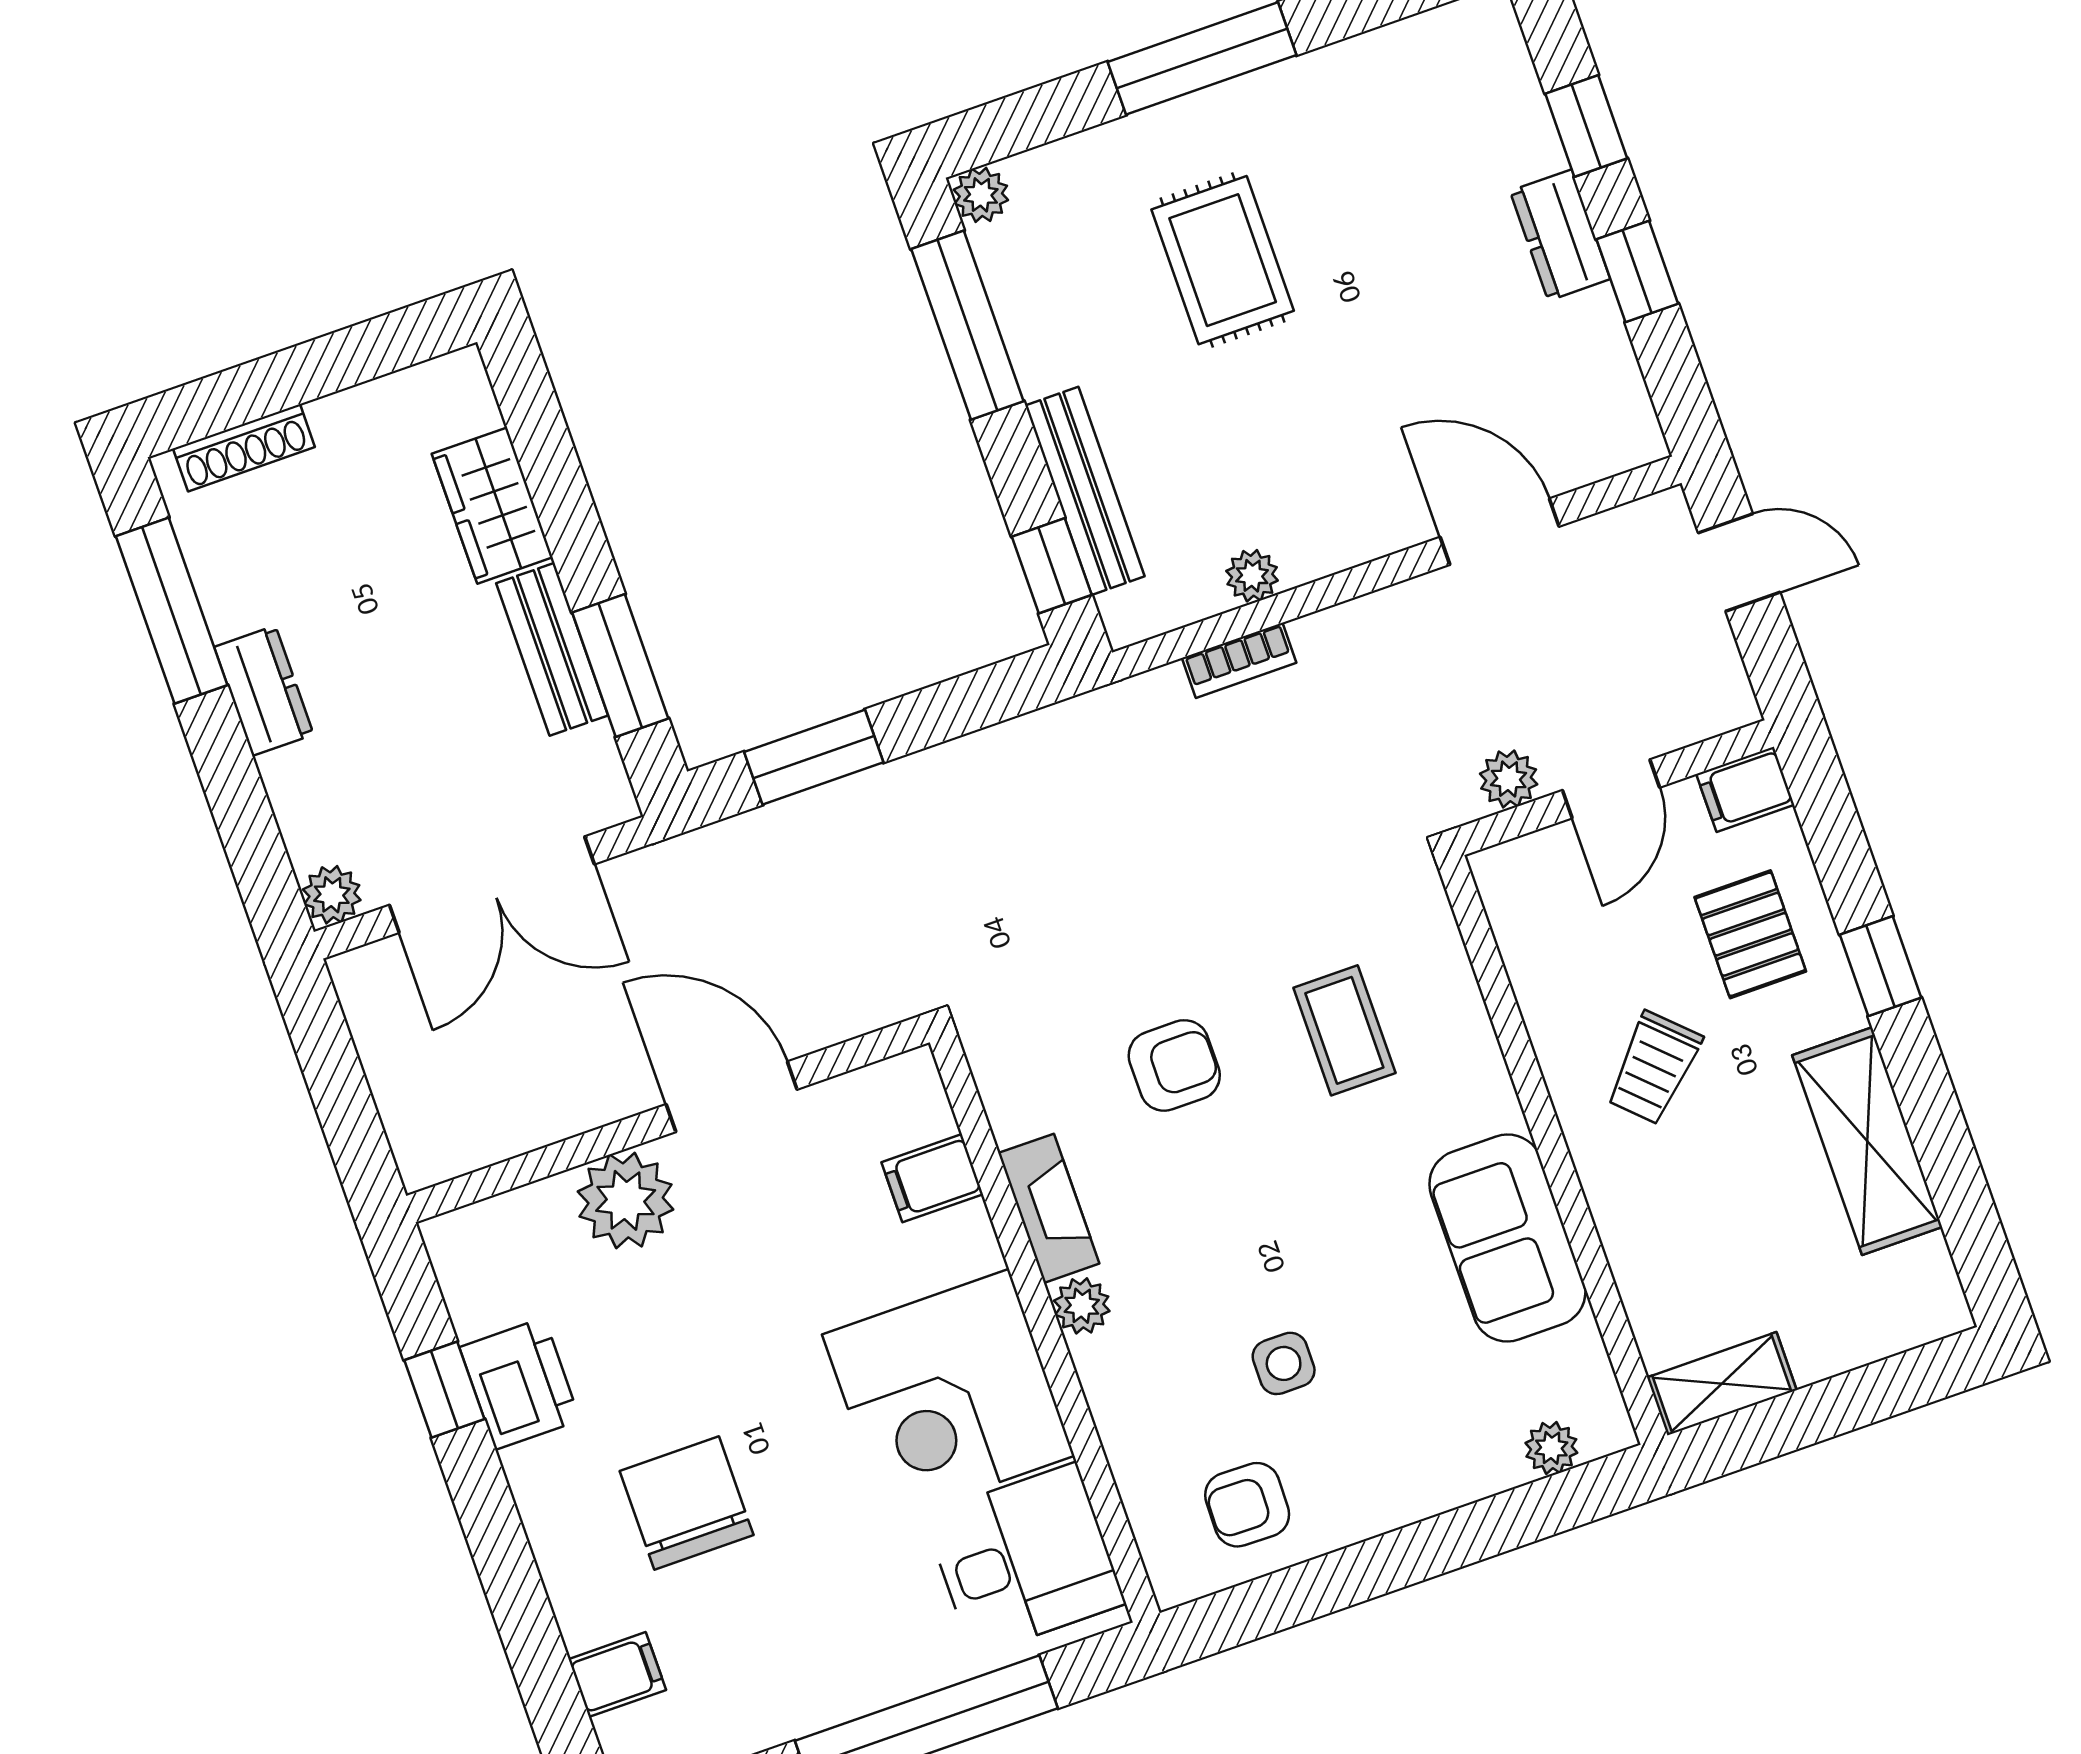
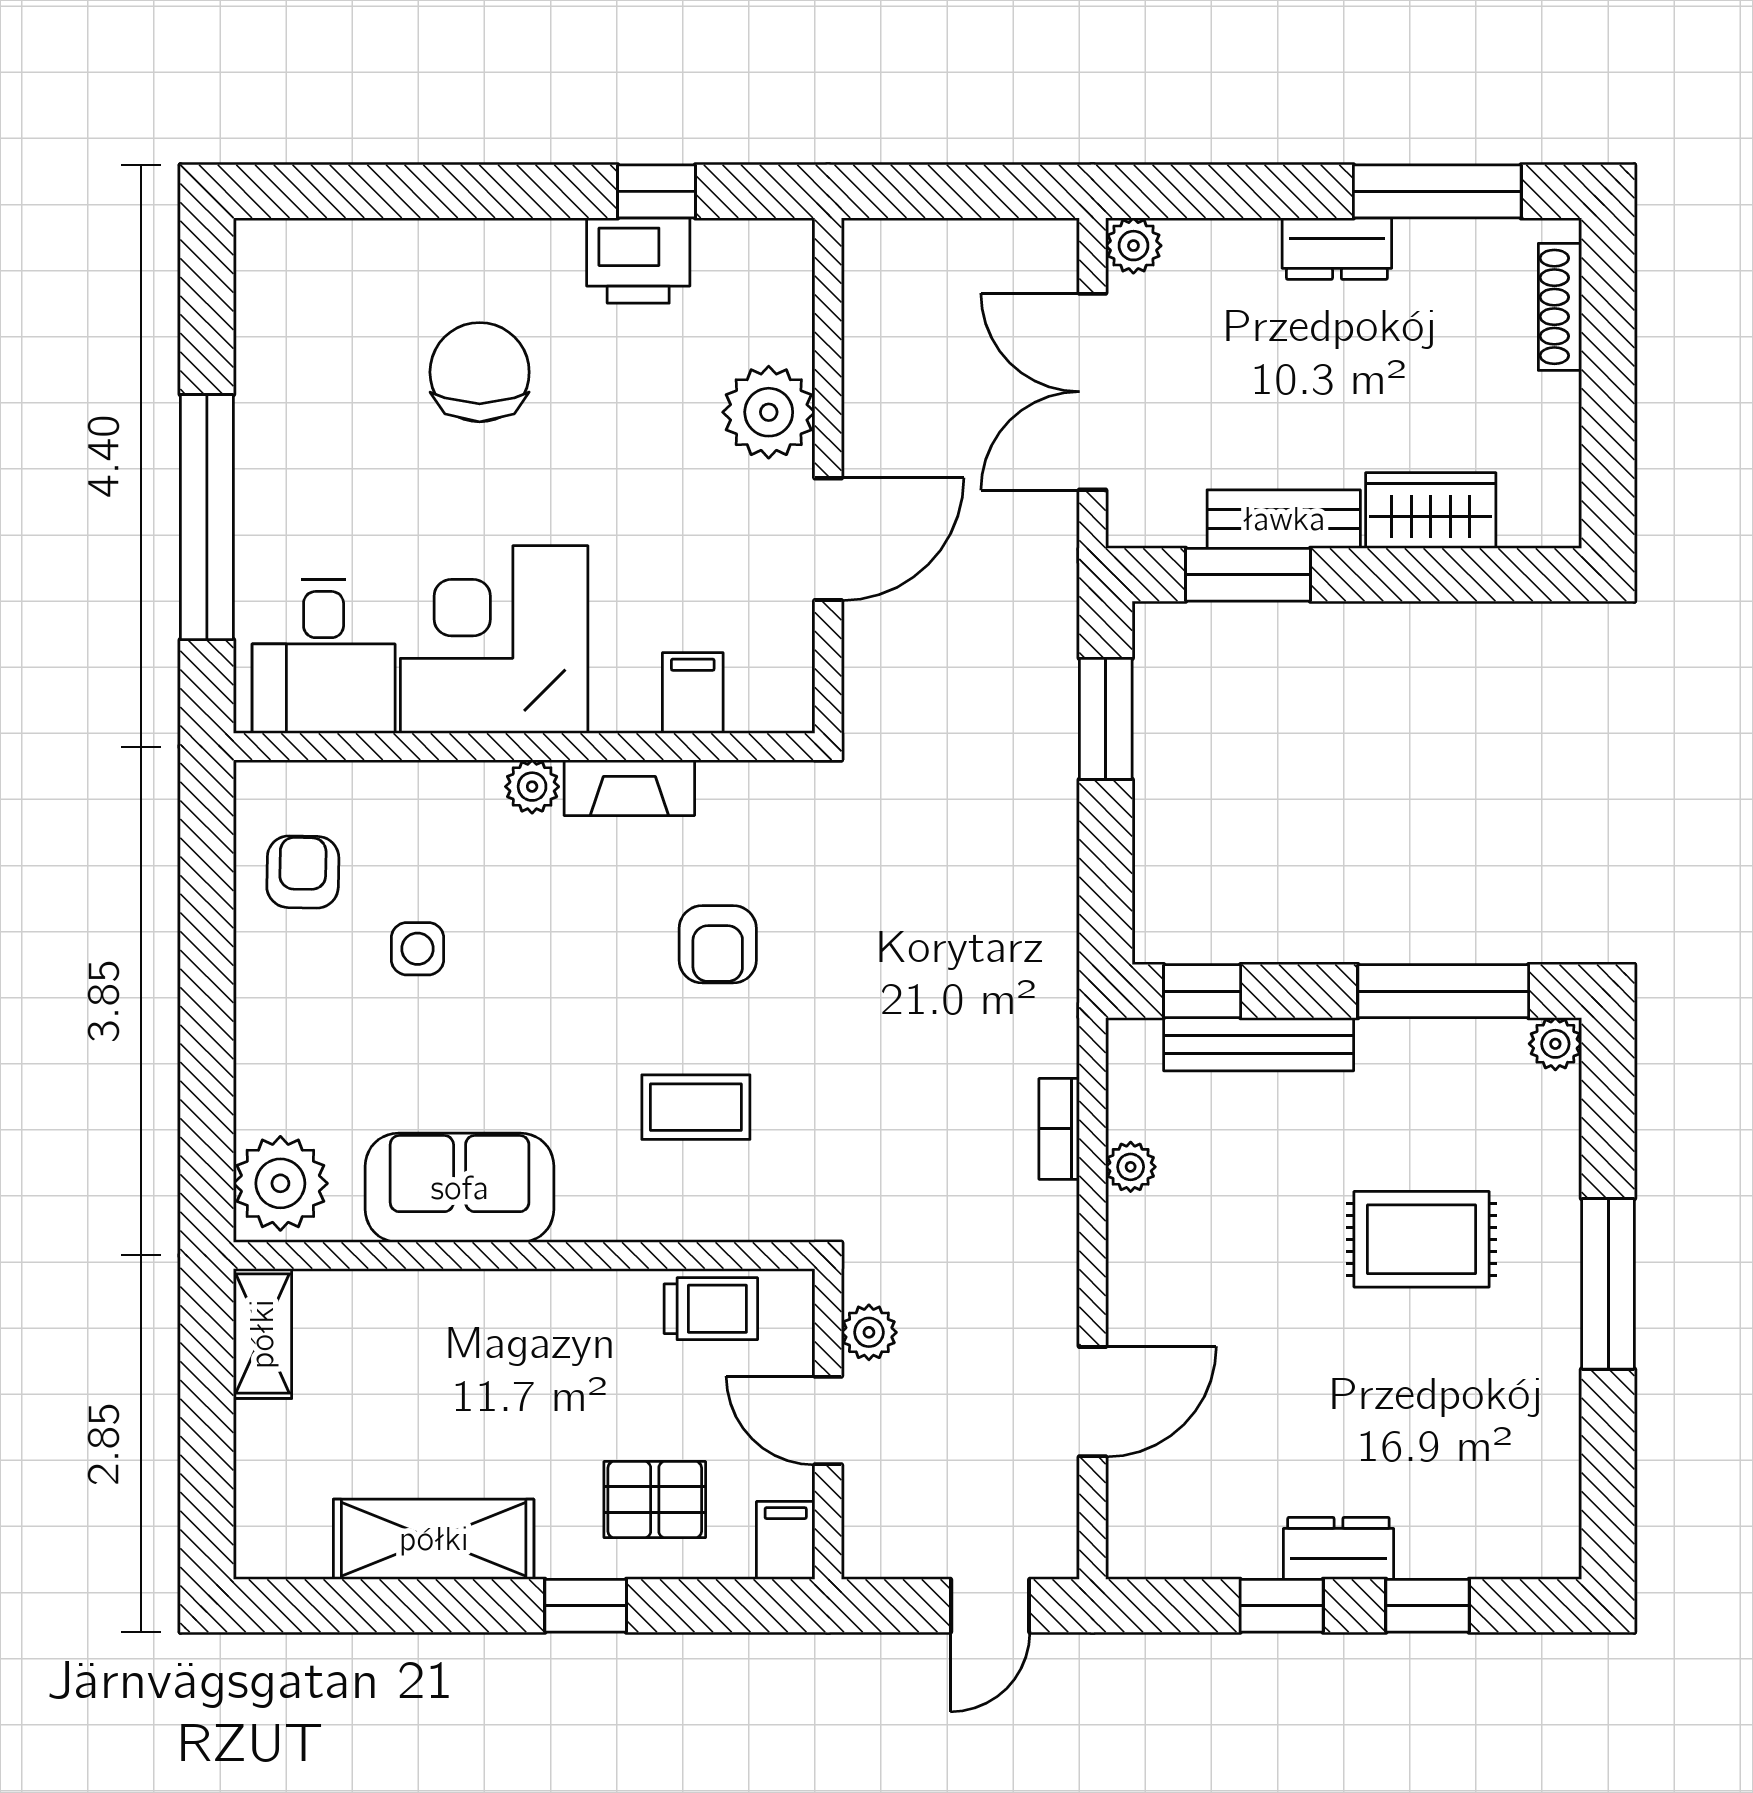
trolley: (1654, 1068) -> (711, 1309), moved, turned 136
plant: (1551, 1448) -> (280, 1183), width x1.88, depth x1.88
chair: (687, 1503) -> (480, 372), turned -90
filing cabinet: (617, 1675) -> (348, 257), removed

